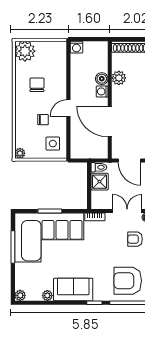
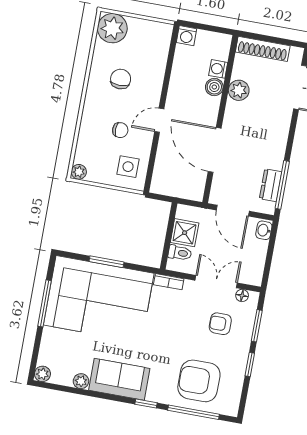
washing machine: (102, 91) -> (218, 69), moved
toilet: (99, 167) -> (180, 253), moved

